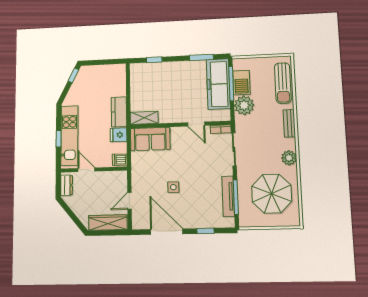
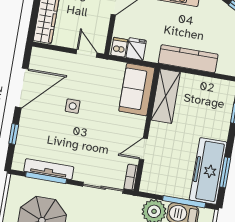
freezer: (218, 84) -> (208, 171), moved, turned -90
kitchen counter: (119, 112) -> (188, 59), width x1.50
shelving: (144, 118) -> (166, 96), width x1.50, depth x1.33
fridge: (119, 135) -> (136, 49), moved
door: (129, 201) -> (87, 53), moved

